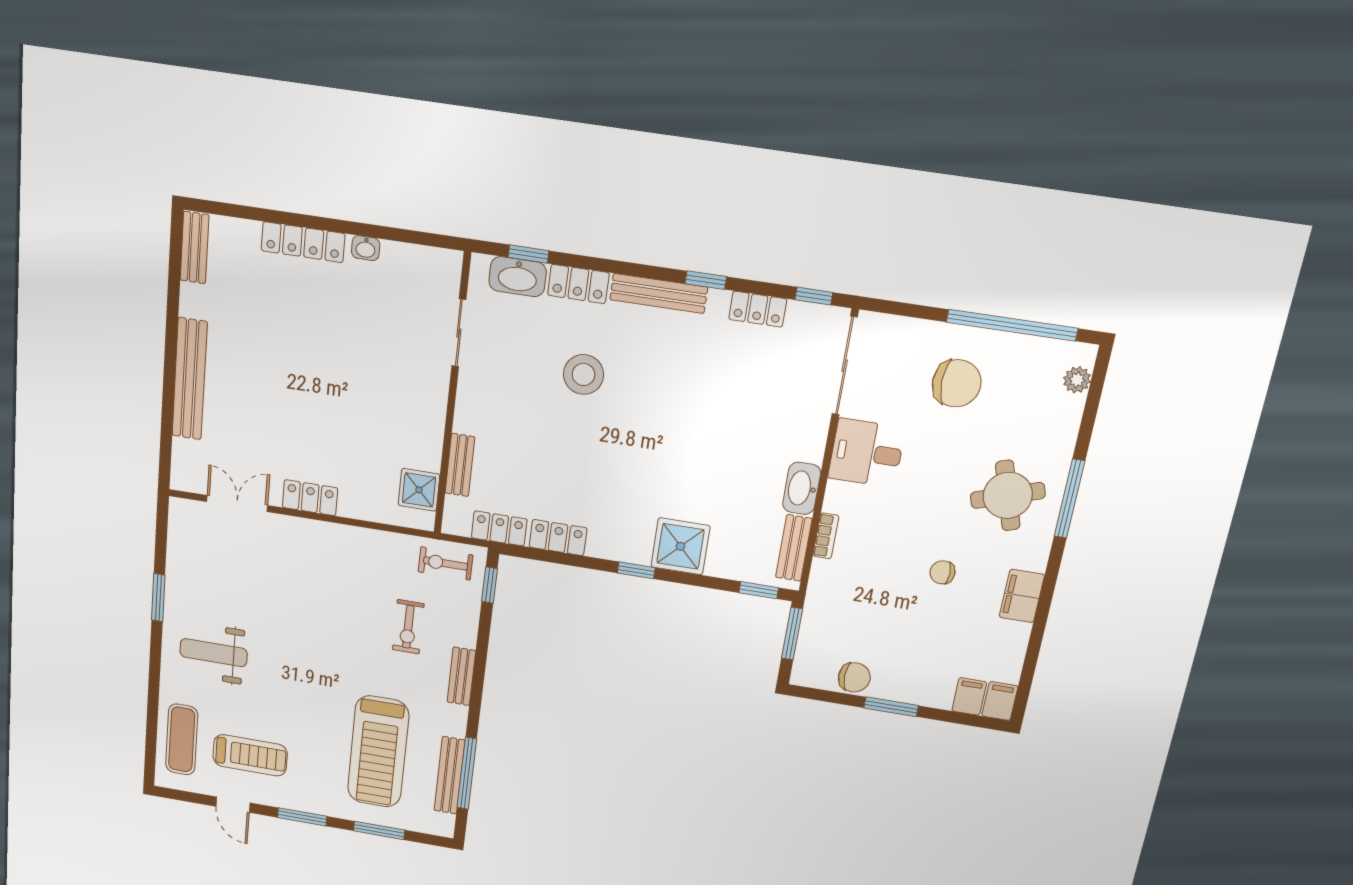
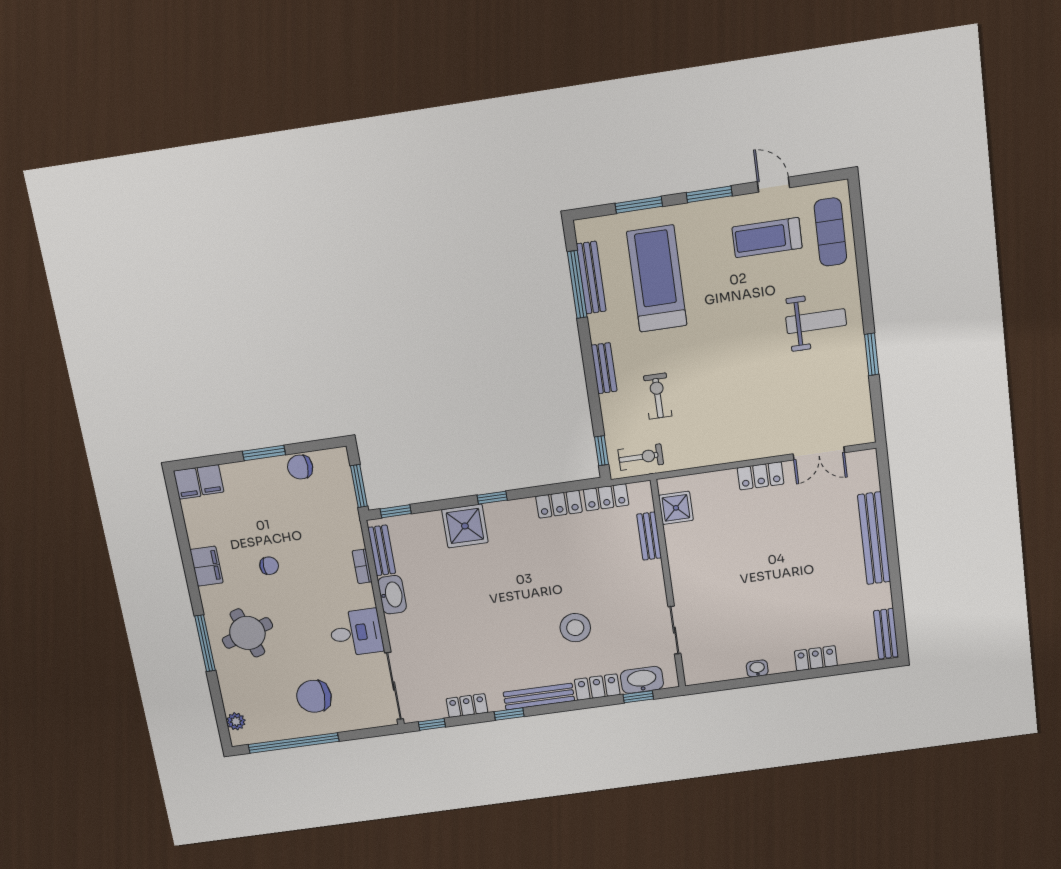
locker: (303, 242) -> (816, 658), width x0.66

